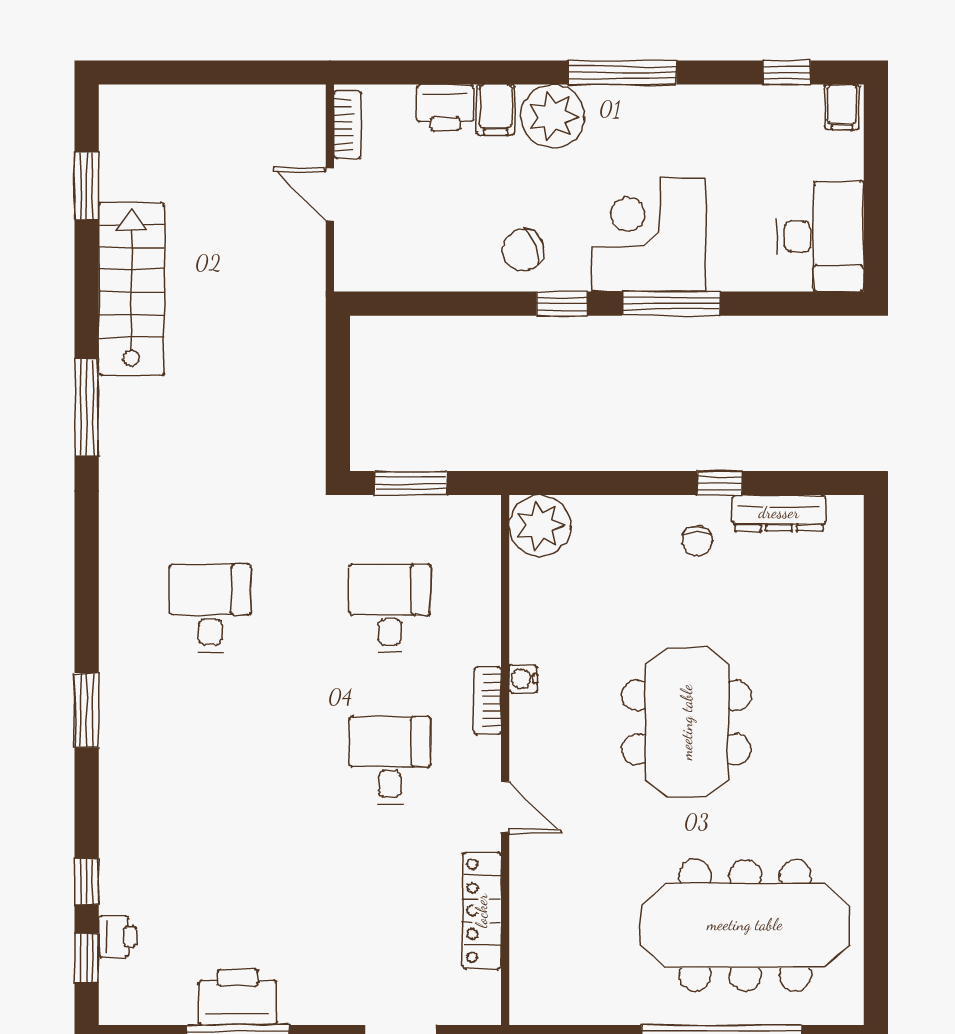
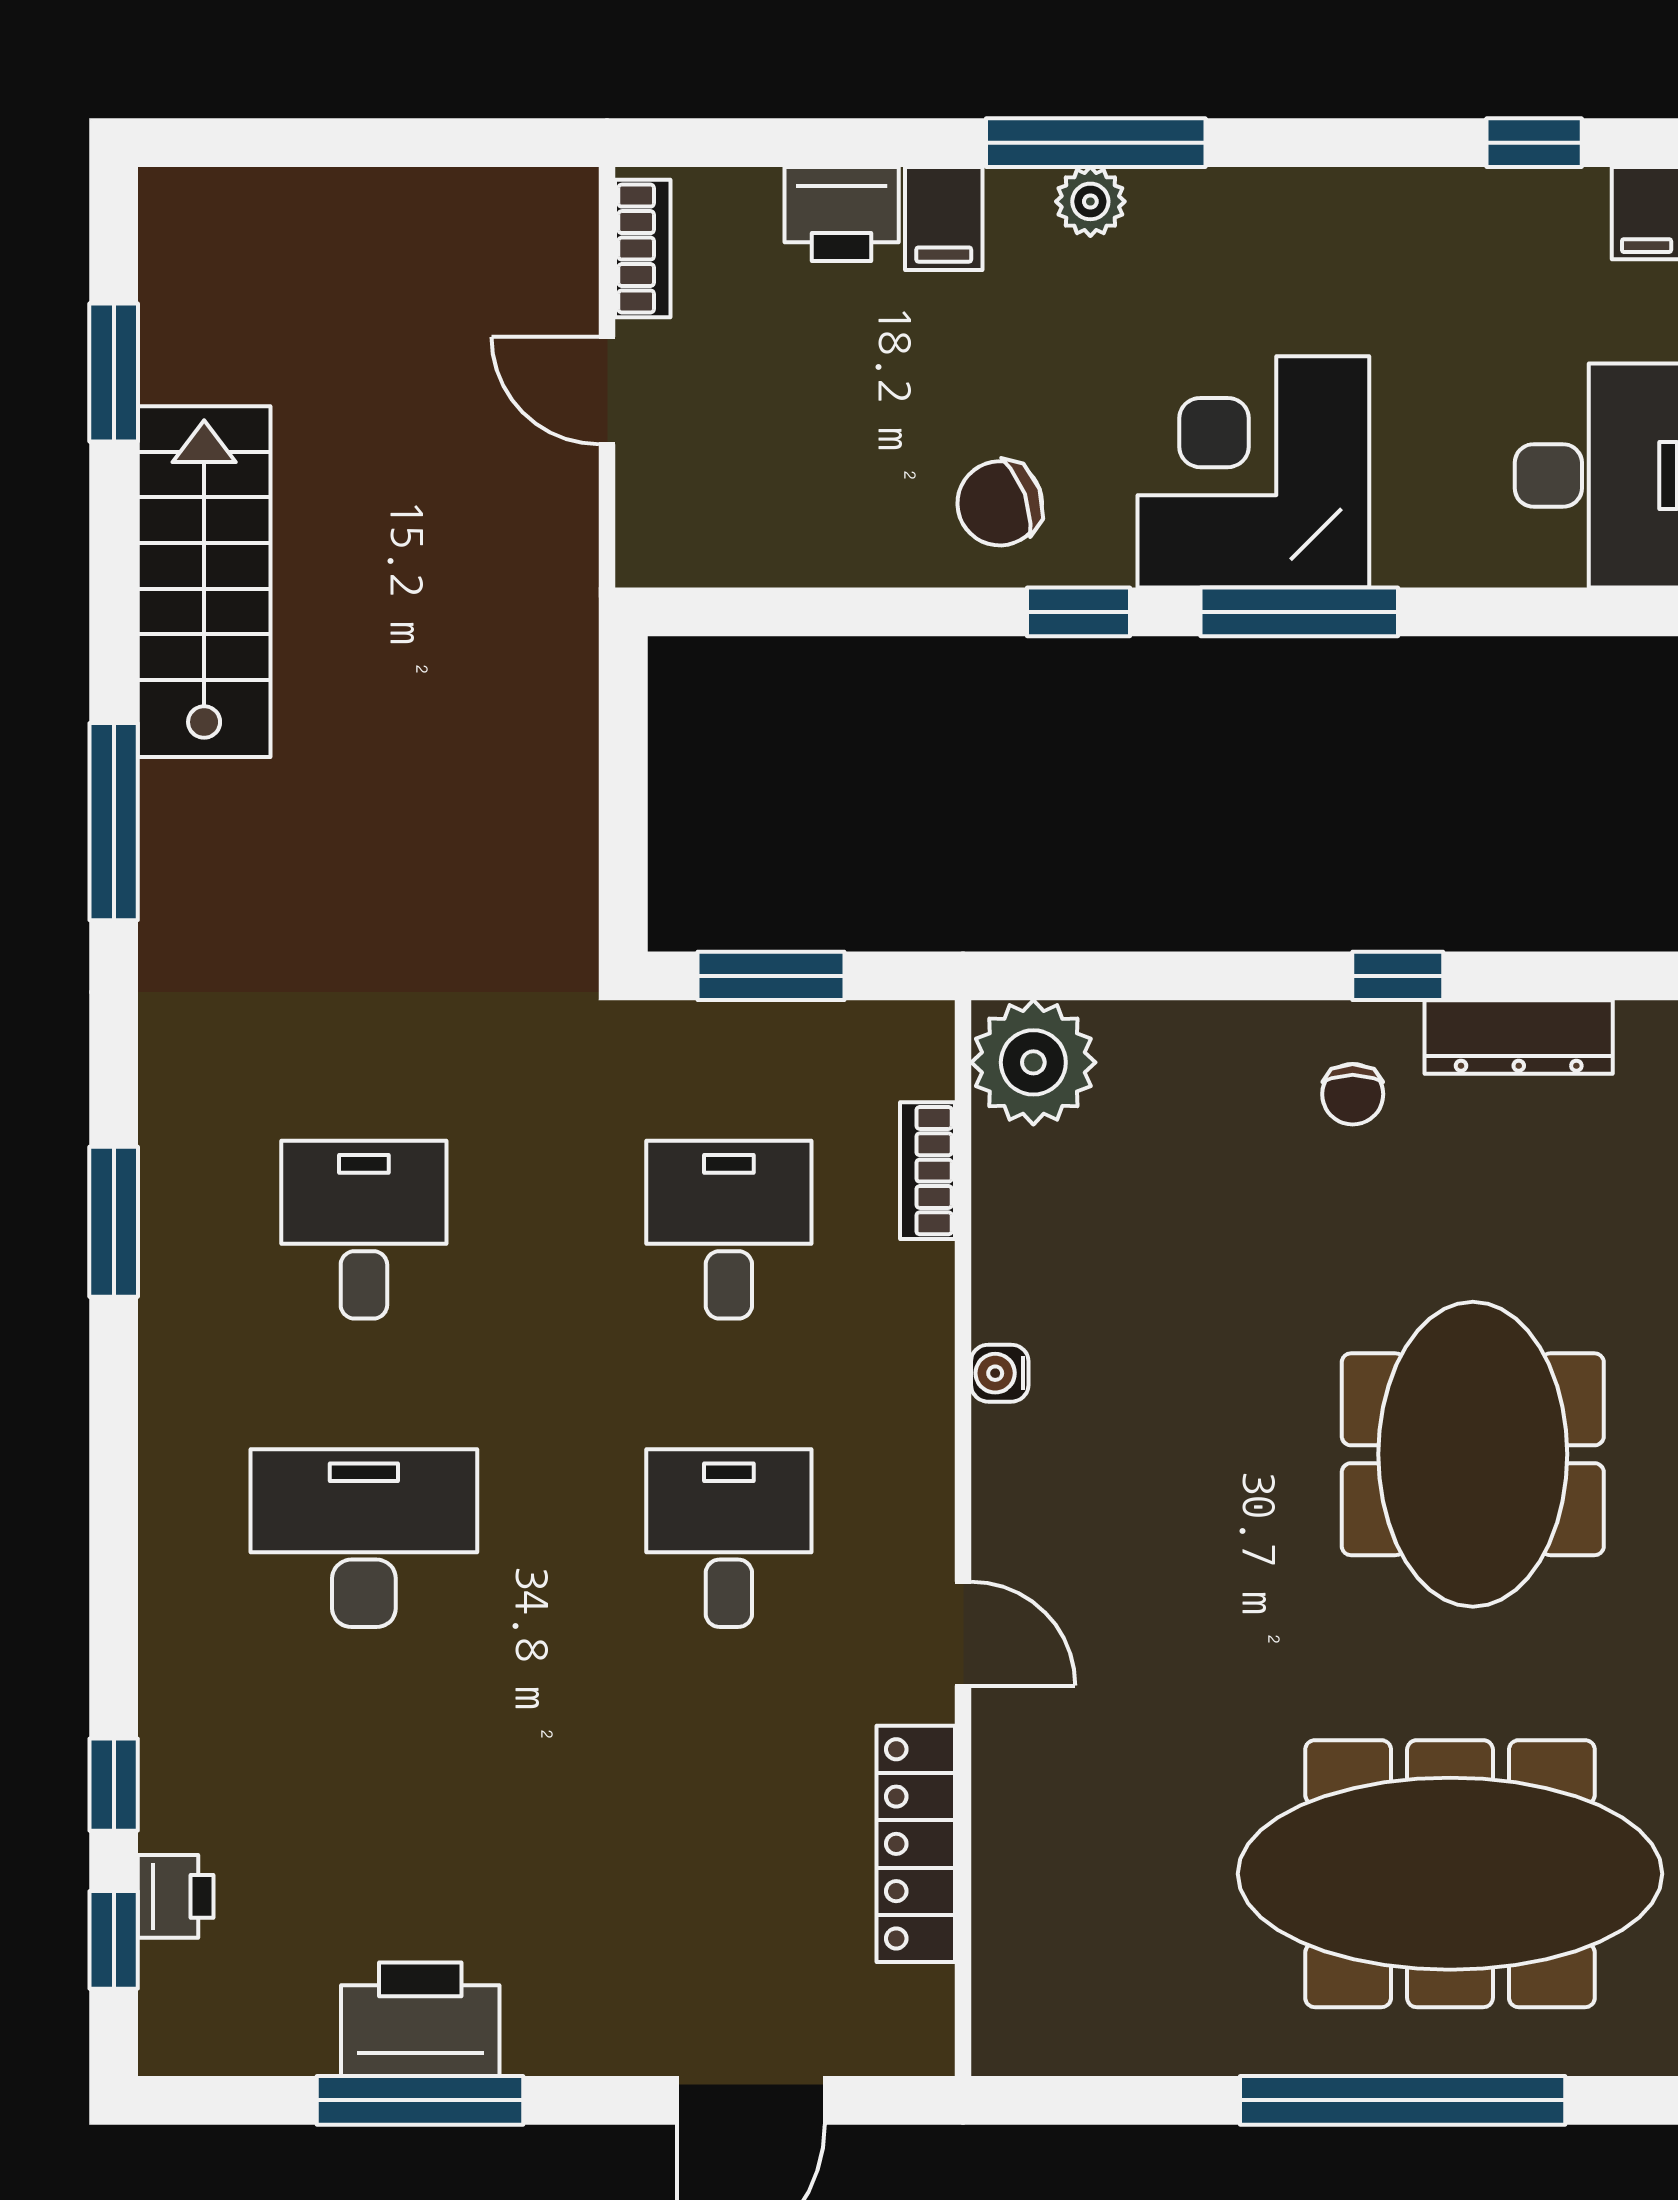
window: (622, 73) -> (1096, 143), moved
plant: (553, 116) -> (1090, 201), width x0.53, depth x0.53
bookcase: (488, 701) -> (927, 1171), moved
window: (87, 710) -> (114, 1222), moved
meeting table: (687, 722) -> (1473, 1454), moved
desk: (210, 760) -> (364, 1538), added

